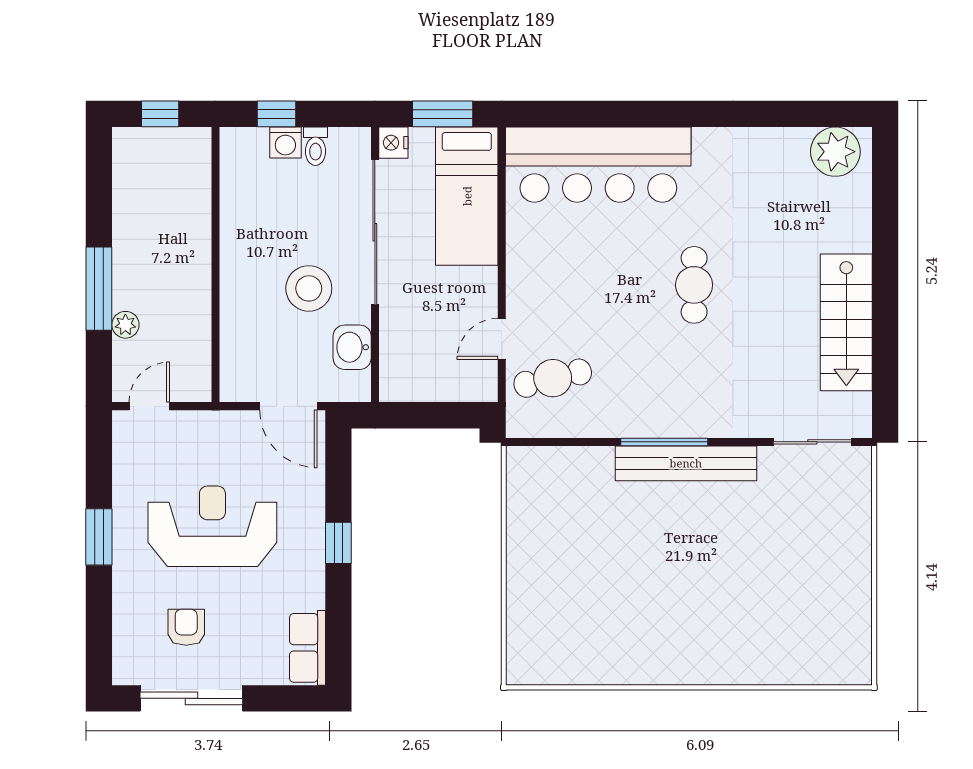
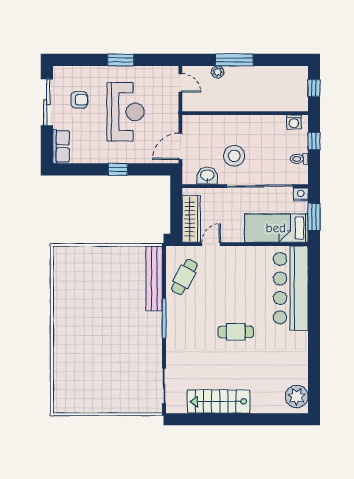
washing machine: (285, 143) -> (294, 122), moved, turned -90
door: (502, 339) -> (211, 244), hinge flipped
cafe table: (553, 378) -> (184, 277), moved, turned 41
wardrobe: (447, 382) -> (191, 219), added
bench: (686, 463) -> (154, 279), moved
row of seats: (308, 648) -> (61, 146), moved, turned 90

